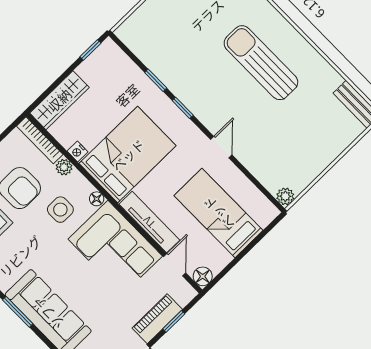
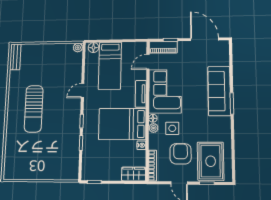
wardrobe: (59, 100) -> (134, 174), width x0.67
plant: (64, 167) -> (153, 128), moved
tv unit: (149, 222) -> (141, 94), width x0.71
floor lamp: (203, 276) -> (93, 48), moved
piano: (157, 319) -> (163, 47), moved

